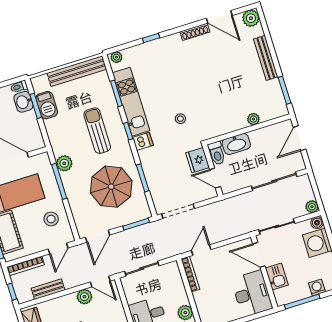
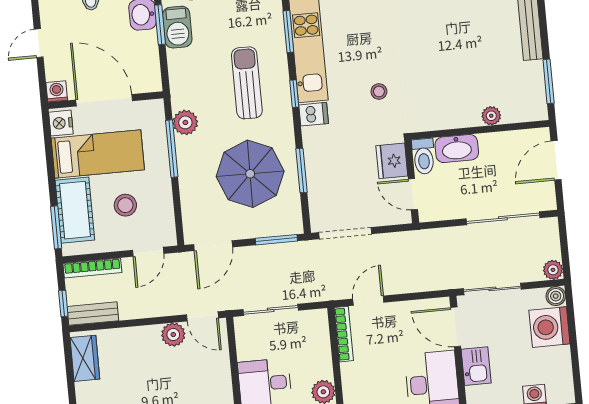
stool: (51, 219) -> (125, 205), moved
bench: (48, 289) -> (93, 314), moved

